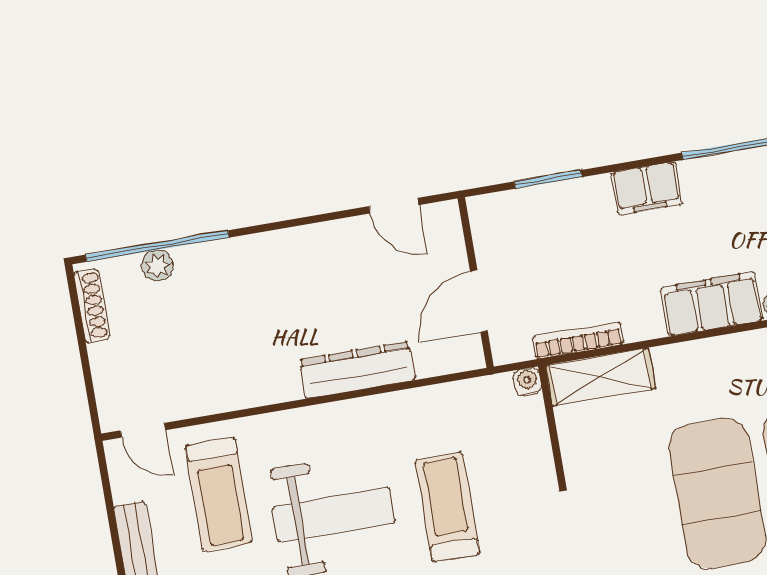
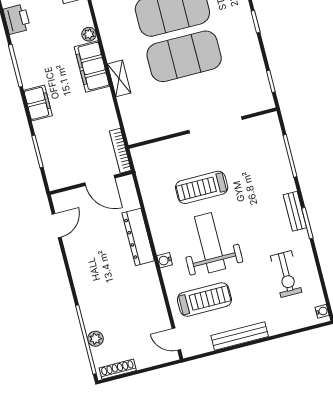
bookcase: (578, 341) -> (120, 151), moved
shelving: (600, 377) -> (119, 78), moved, width x0.67, depth x0.75
water cooler: (527, 382) -> (165, 260), moved
door: (143, 430) -> (176, 339), swing flipped

